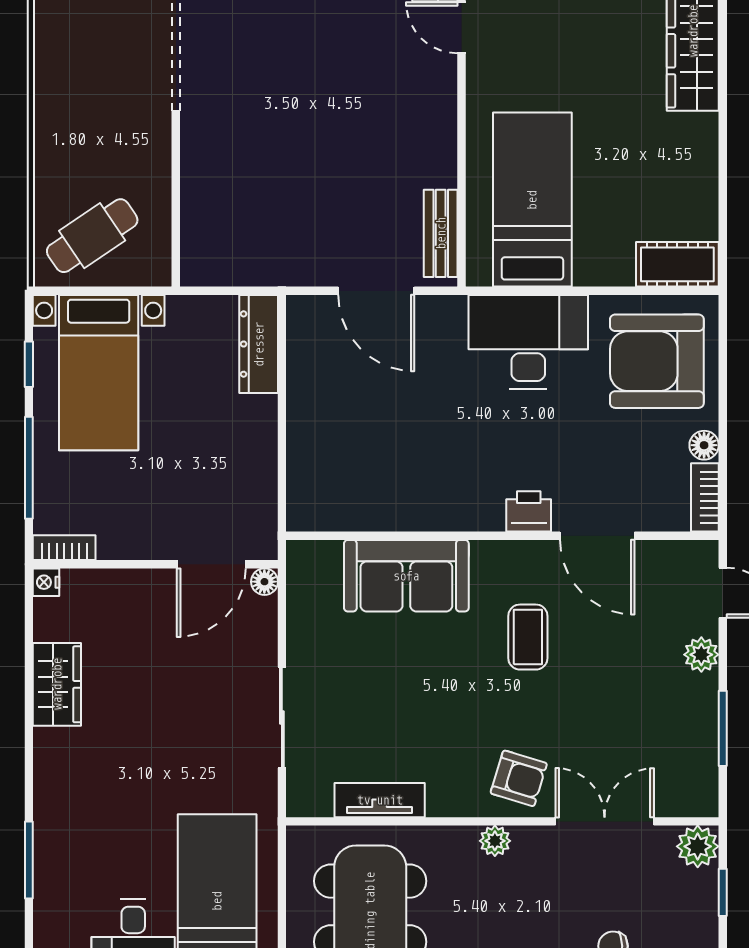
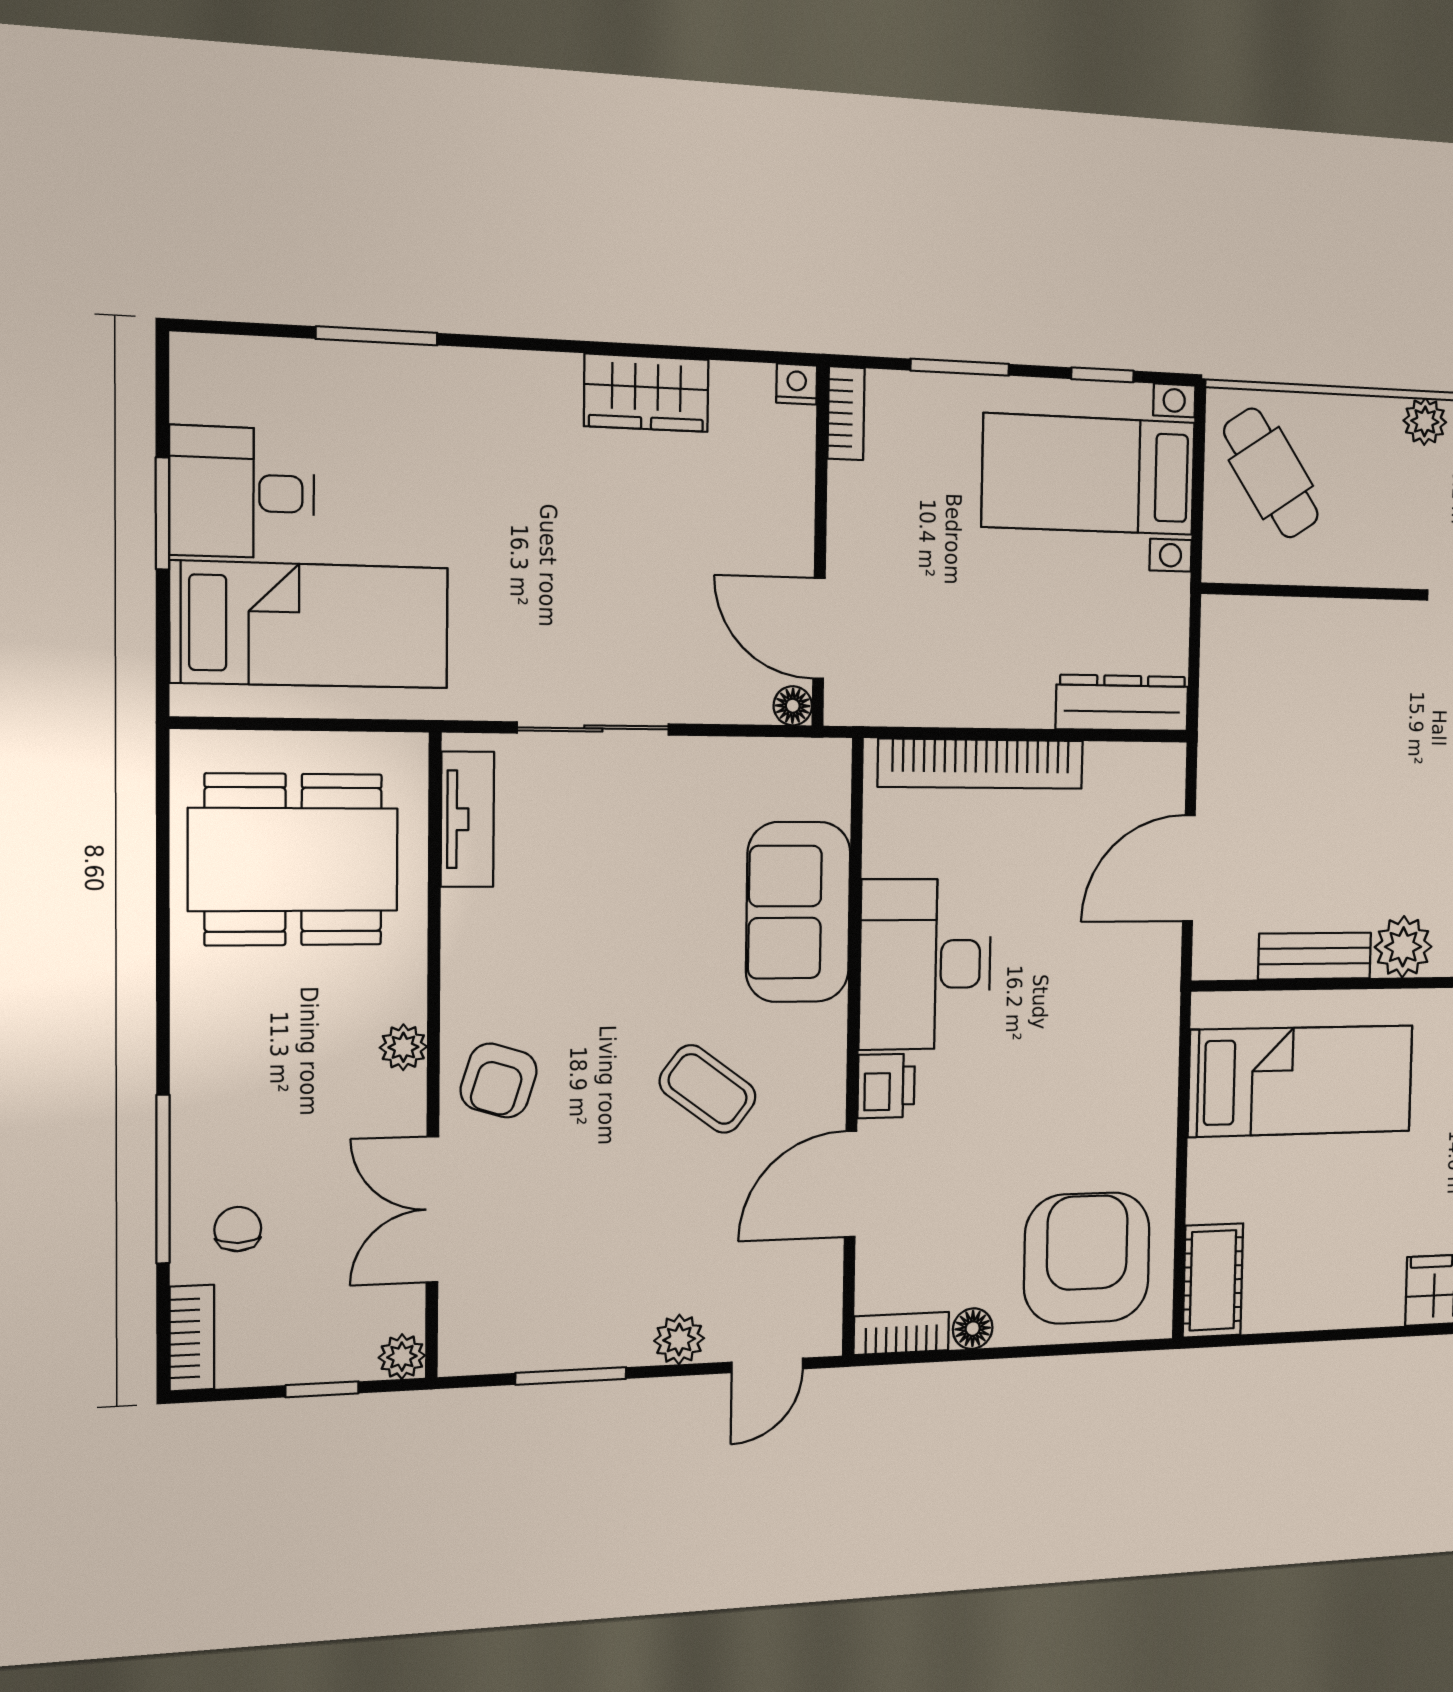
plant: (50, 117) -> (1425, 421), added
plant: (435, 122) -> (1403, 947), added
bench: (441, 233) -> (1315, 956), moved
desk: (528, 342) -> (925, 964), moved, turned 180
bookcase: (303, 447) -> (981, 764), added
window: (29, 468) -> (960, 367), width x0.69
coffee table: (528, 637) -> (708, 1089), turned 37
tv unit: (380, 800) -> (467, 819), moved
double door: (605, 821) -> (432, 1209), swing flipped
plant: (698, 846) -> (402, 1357), width x0.73, depth x0.73

